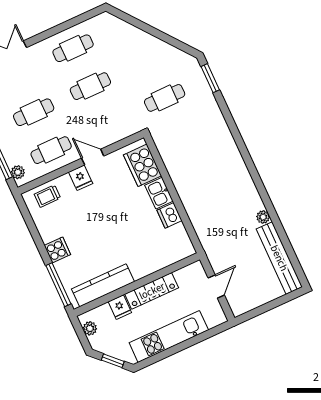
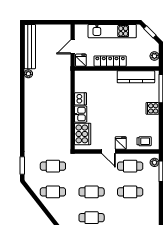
cafe table: (147, 60) -> (53, 192), added
fridge: (120, 307) -> (81, 60), moved

